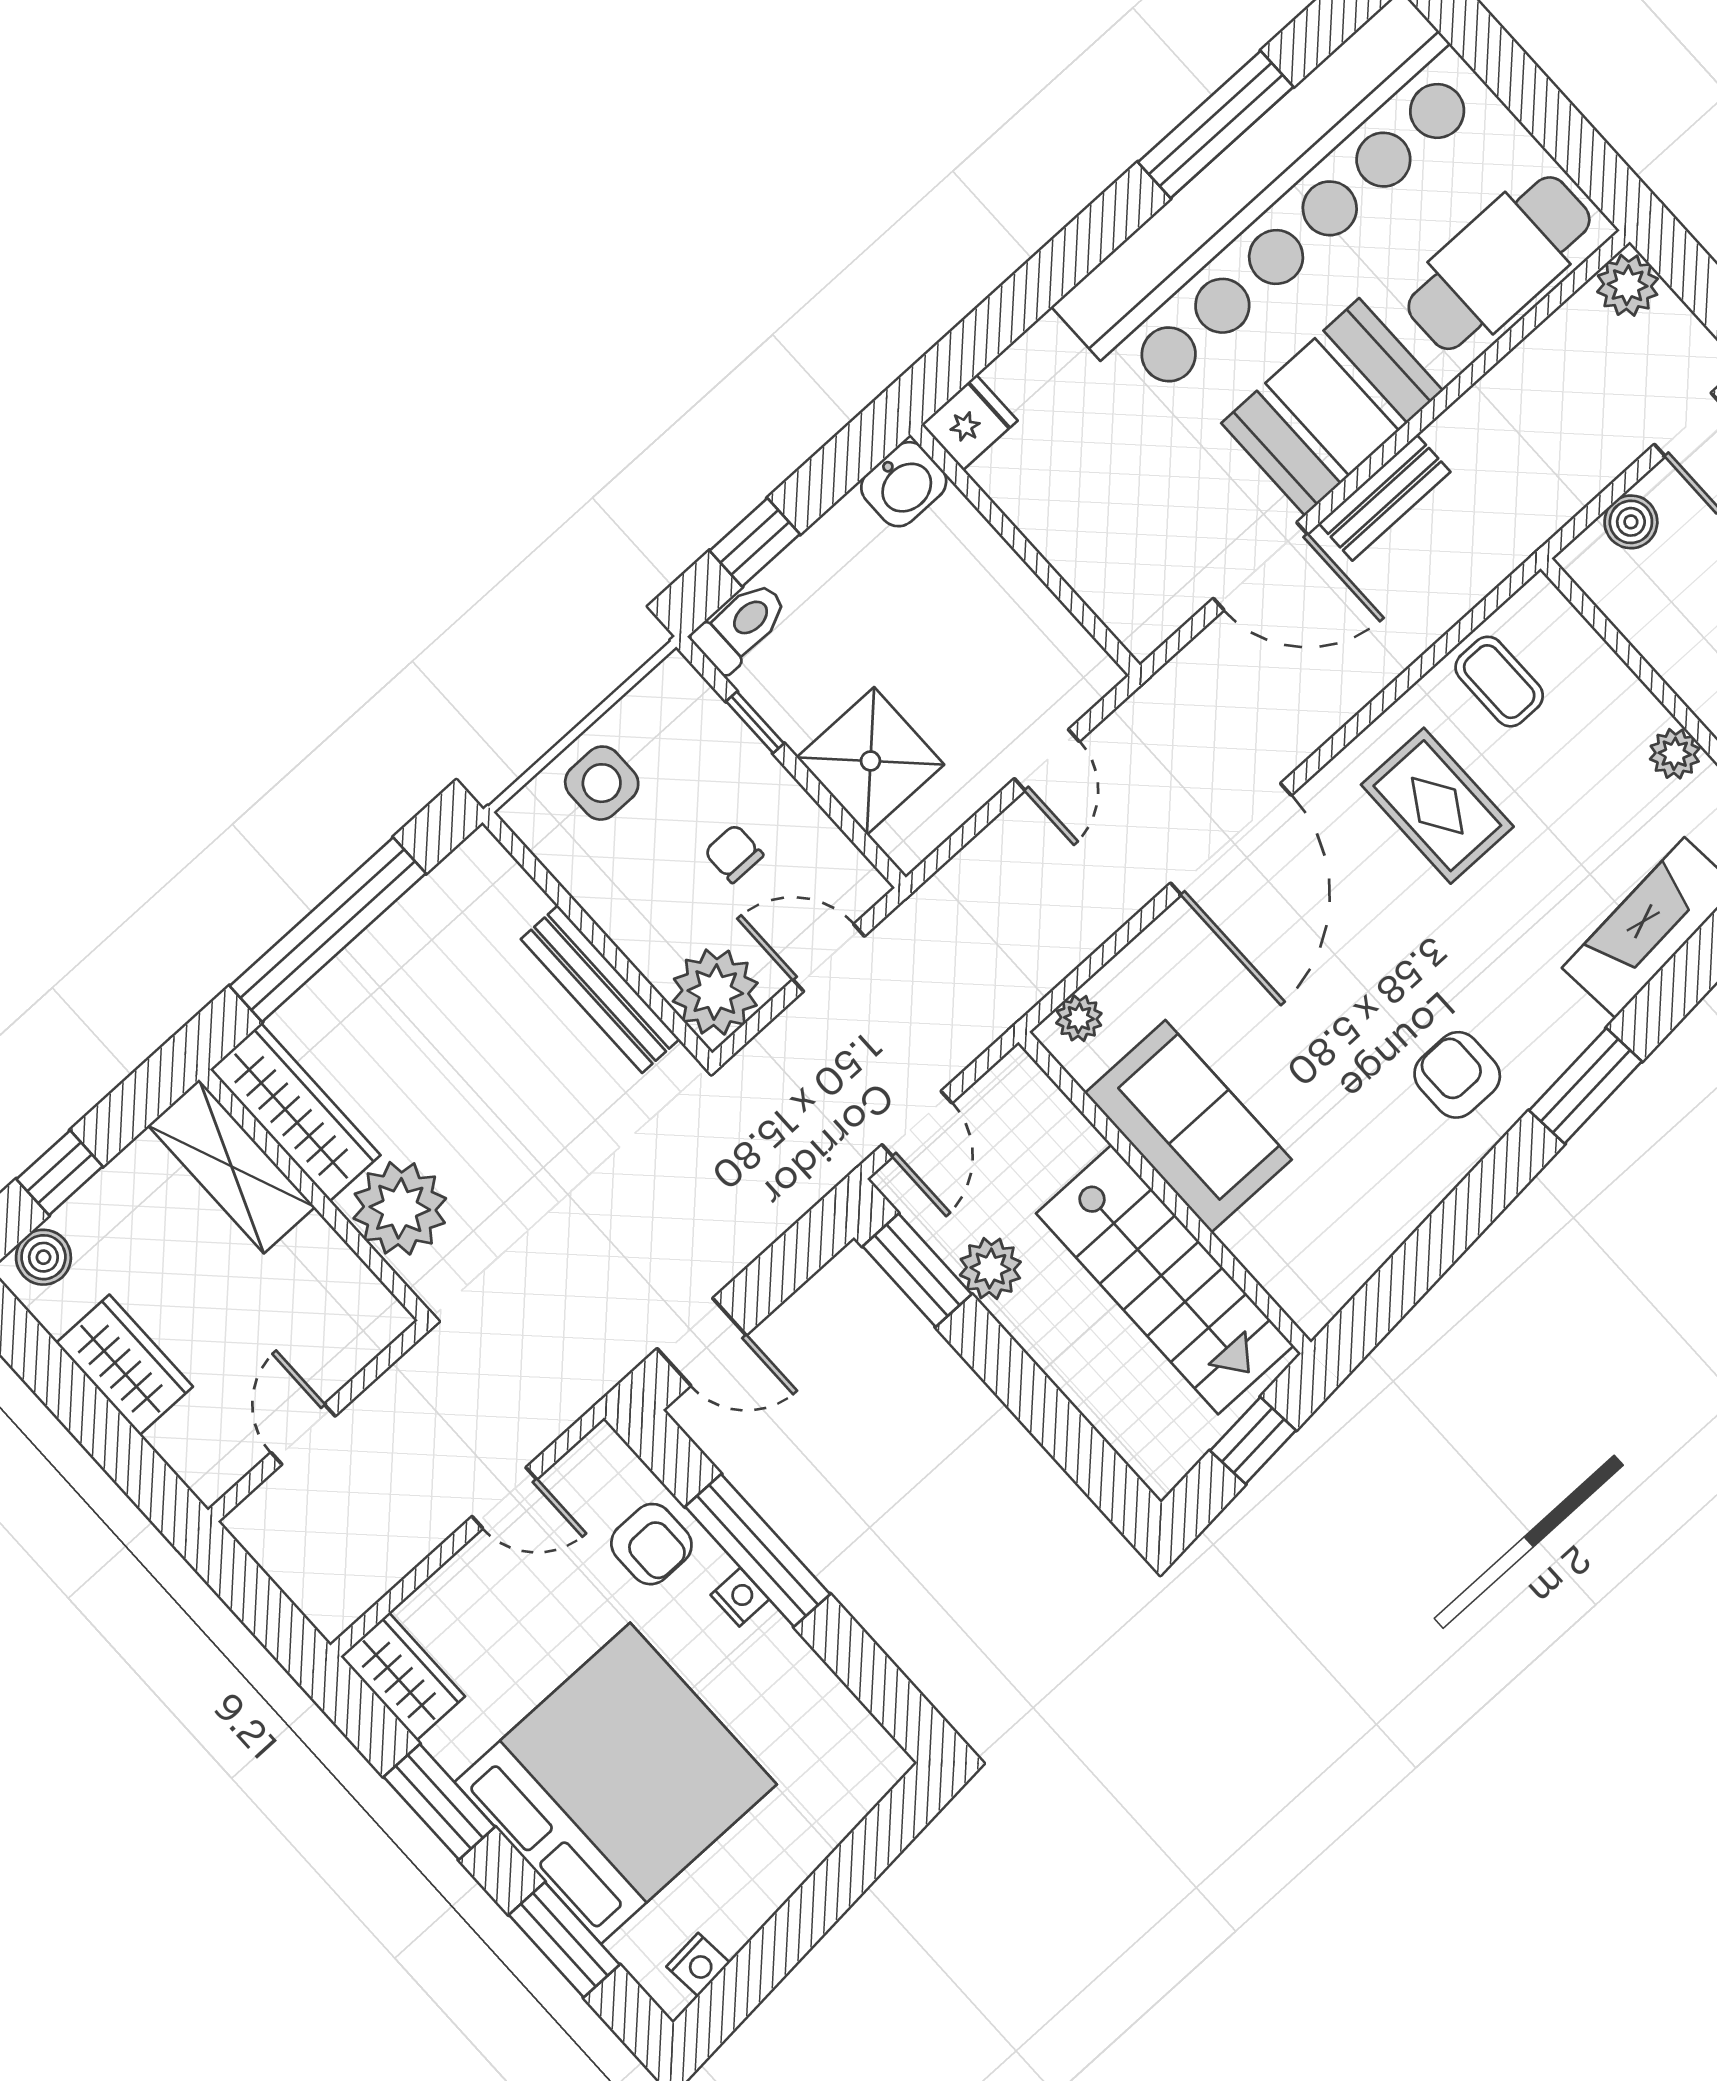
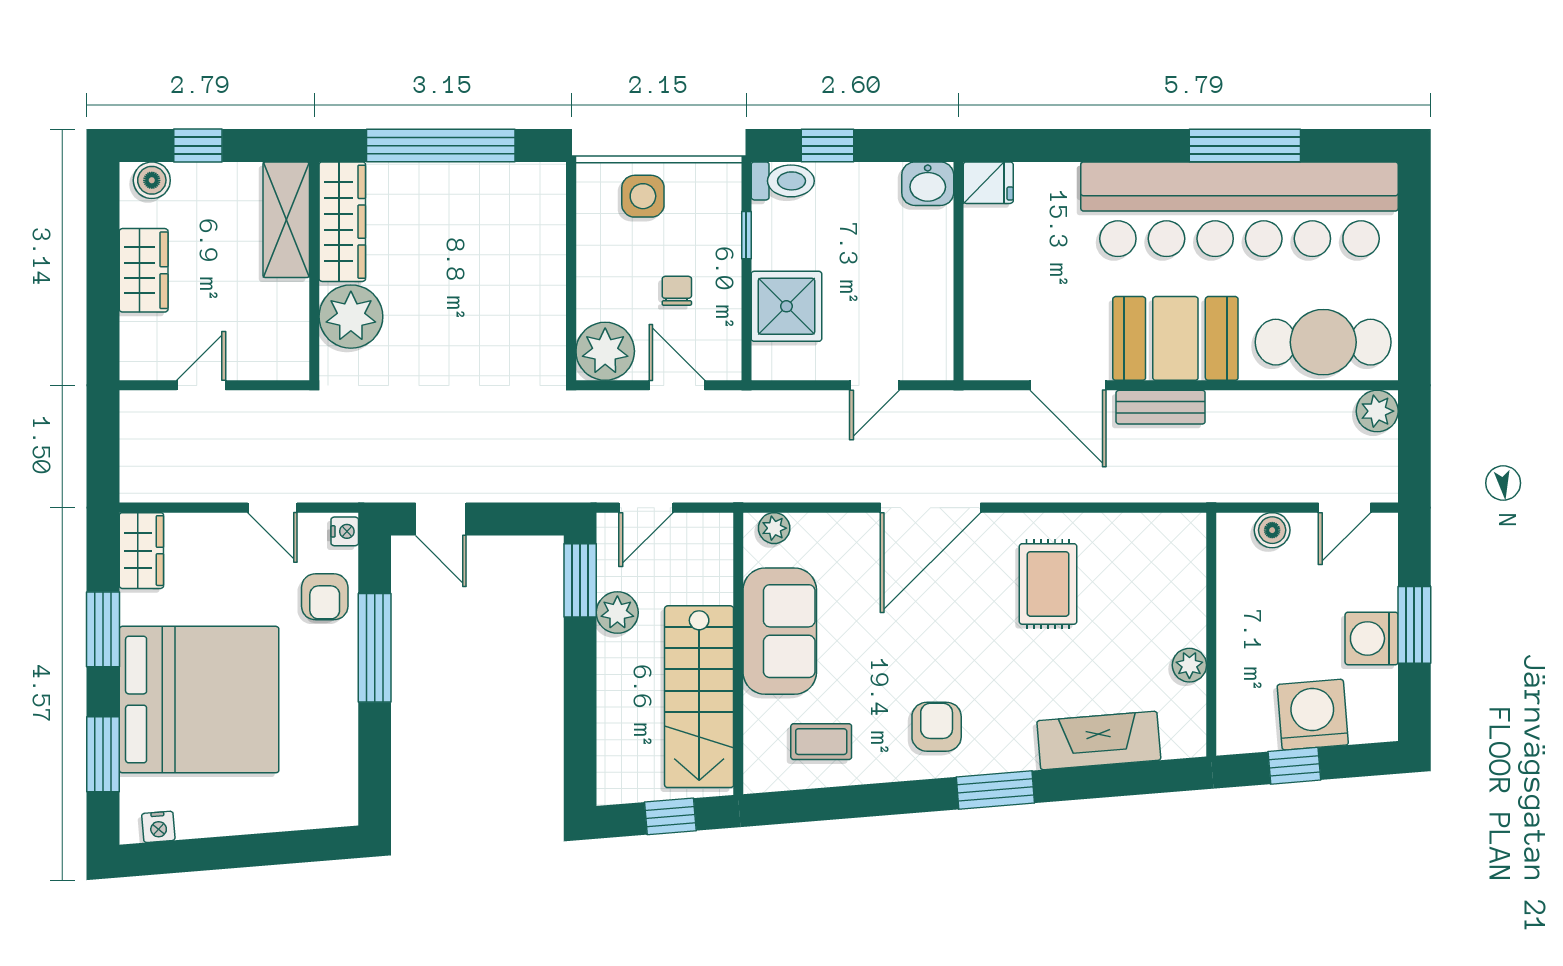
coffee table: (1499, 682) -> (821, 742), moved, turned 90
bench: (600, 989) -> (549, 298), removed
nightstand: (740, 1597) -> (345, 531), moved

